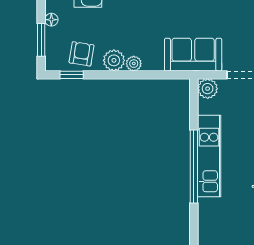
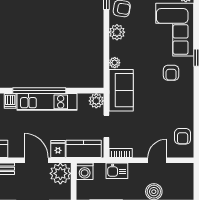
plant: (134, 64) -> (115, 63), moved
dishwasher: (208, 206) -> (10, 101), added

